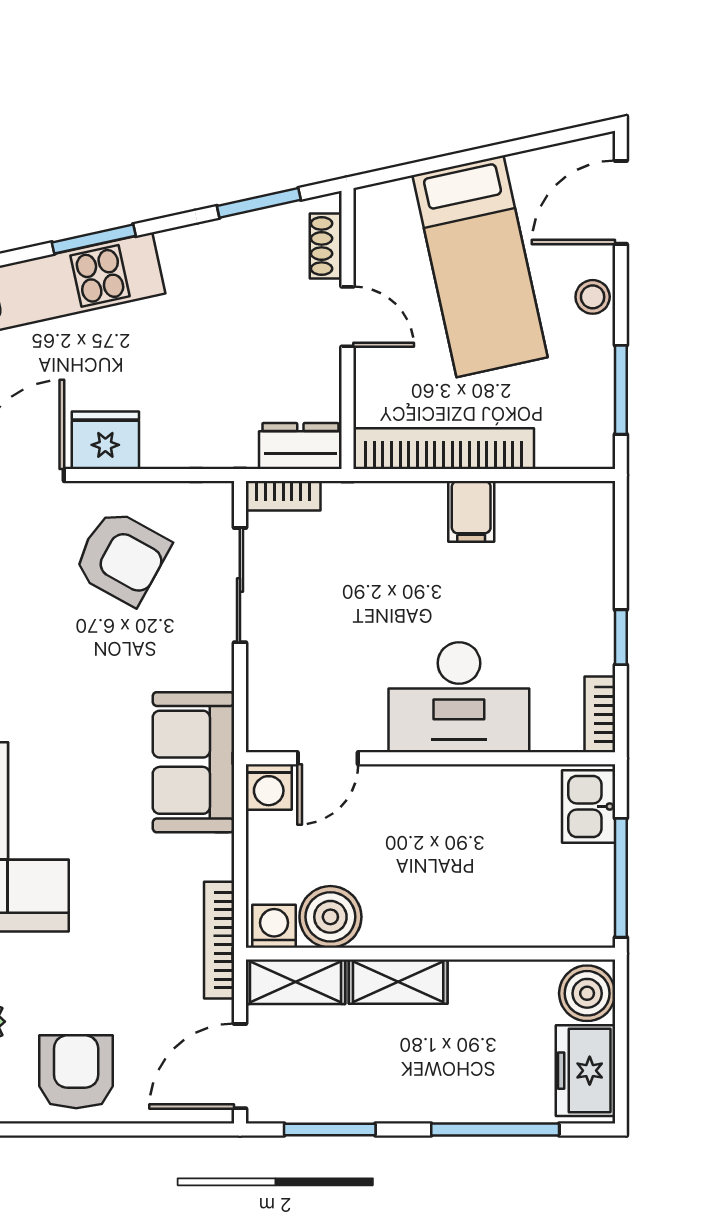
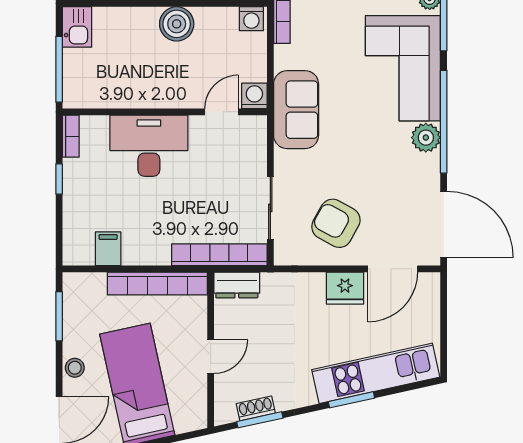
shoe rack: (326, 246) -> (256, 408), moved, turned -102
door: (347, 317) -> (211, 357), swing flipped
bookcase: (283, 496) -> (219, 255), width x2.31, depth x1.31
filing cabinet: (471, 511) -> (108, 249), moved
kitchen sink: (589, 807) -> (77, 27), moved
window: (621, 878) -> (59, 69), moved
boiler: (330, 917) -> (177, 24), moved

